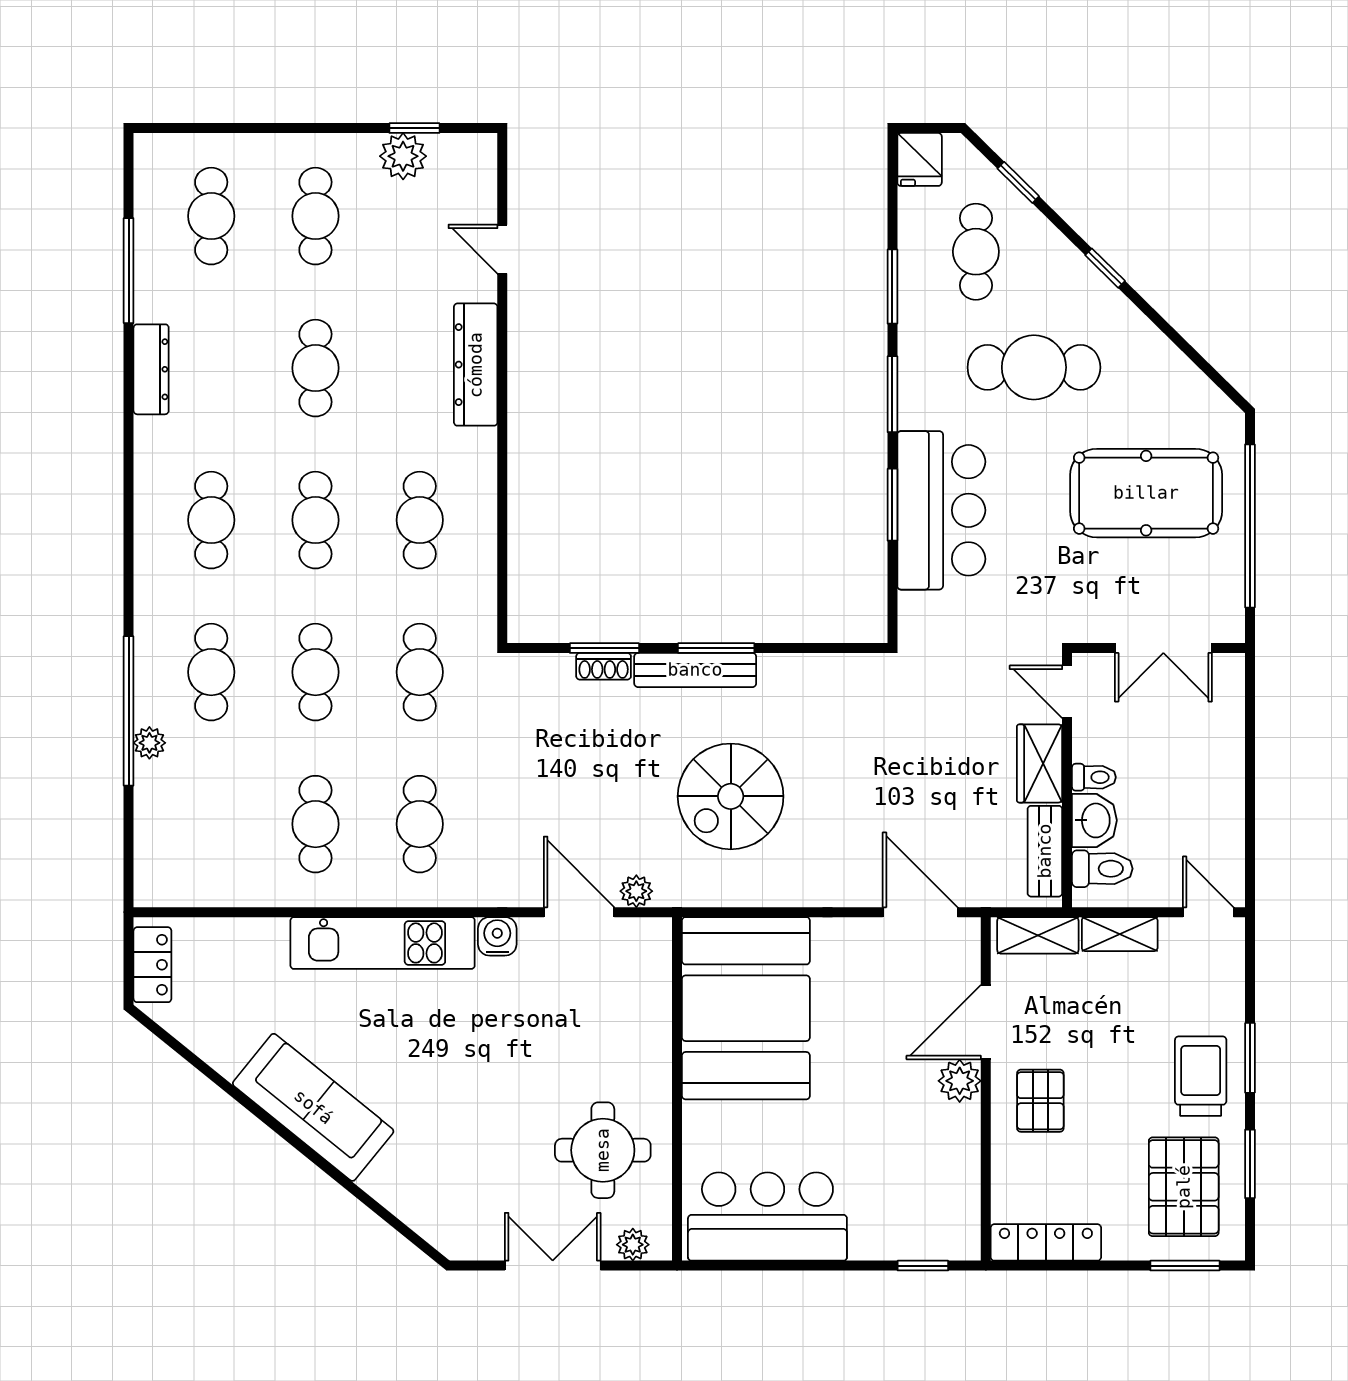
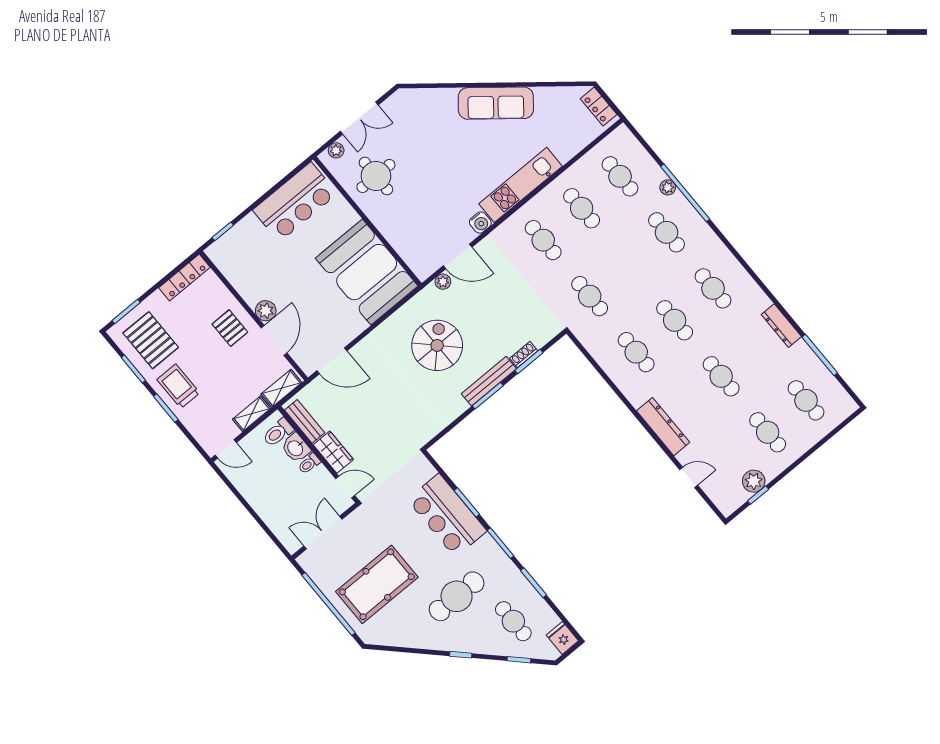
cafe table: (315, 672) -> (620, 176), moved
trolley: (1201, 1076) -> (178, 386), turned 180

